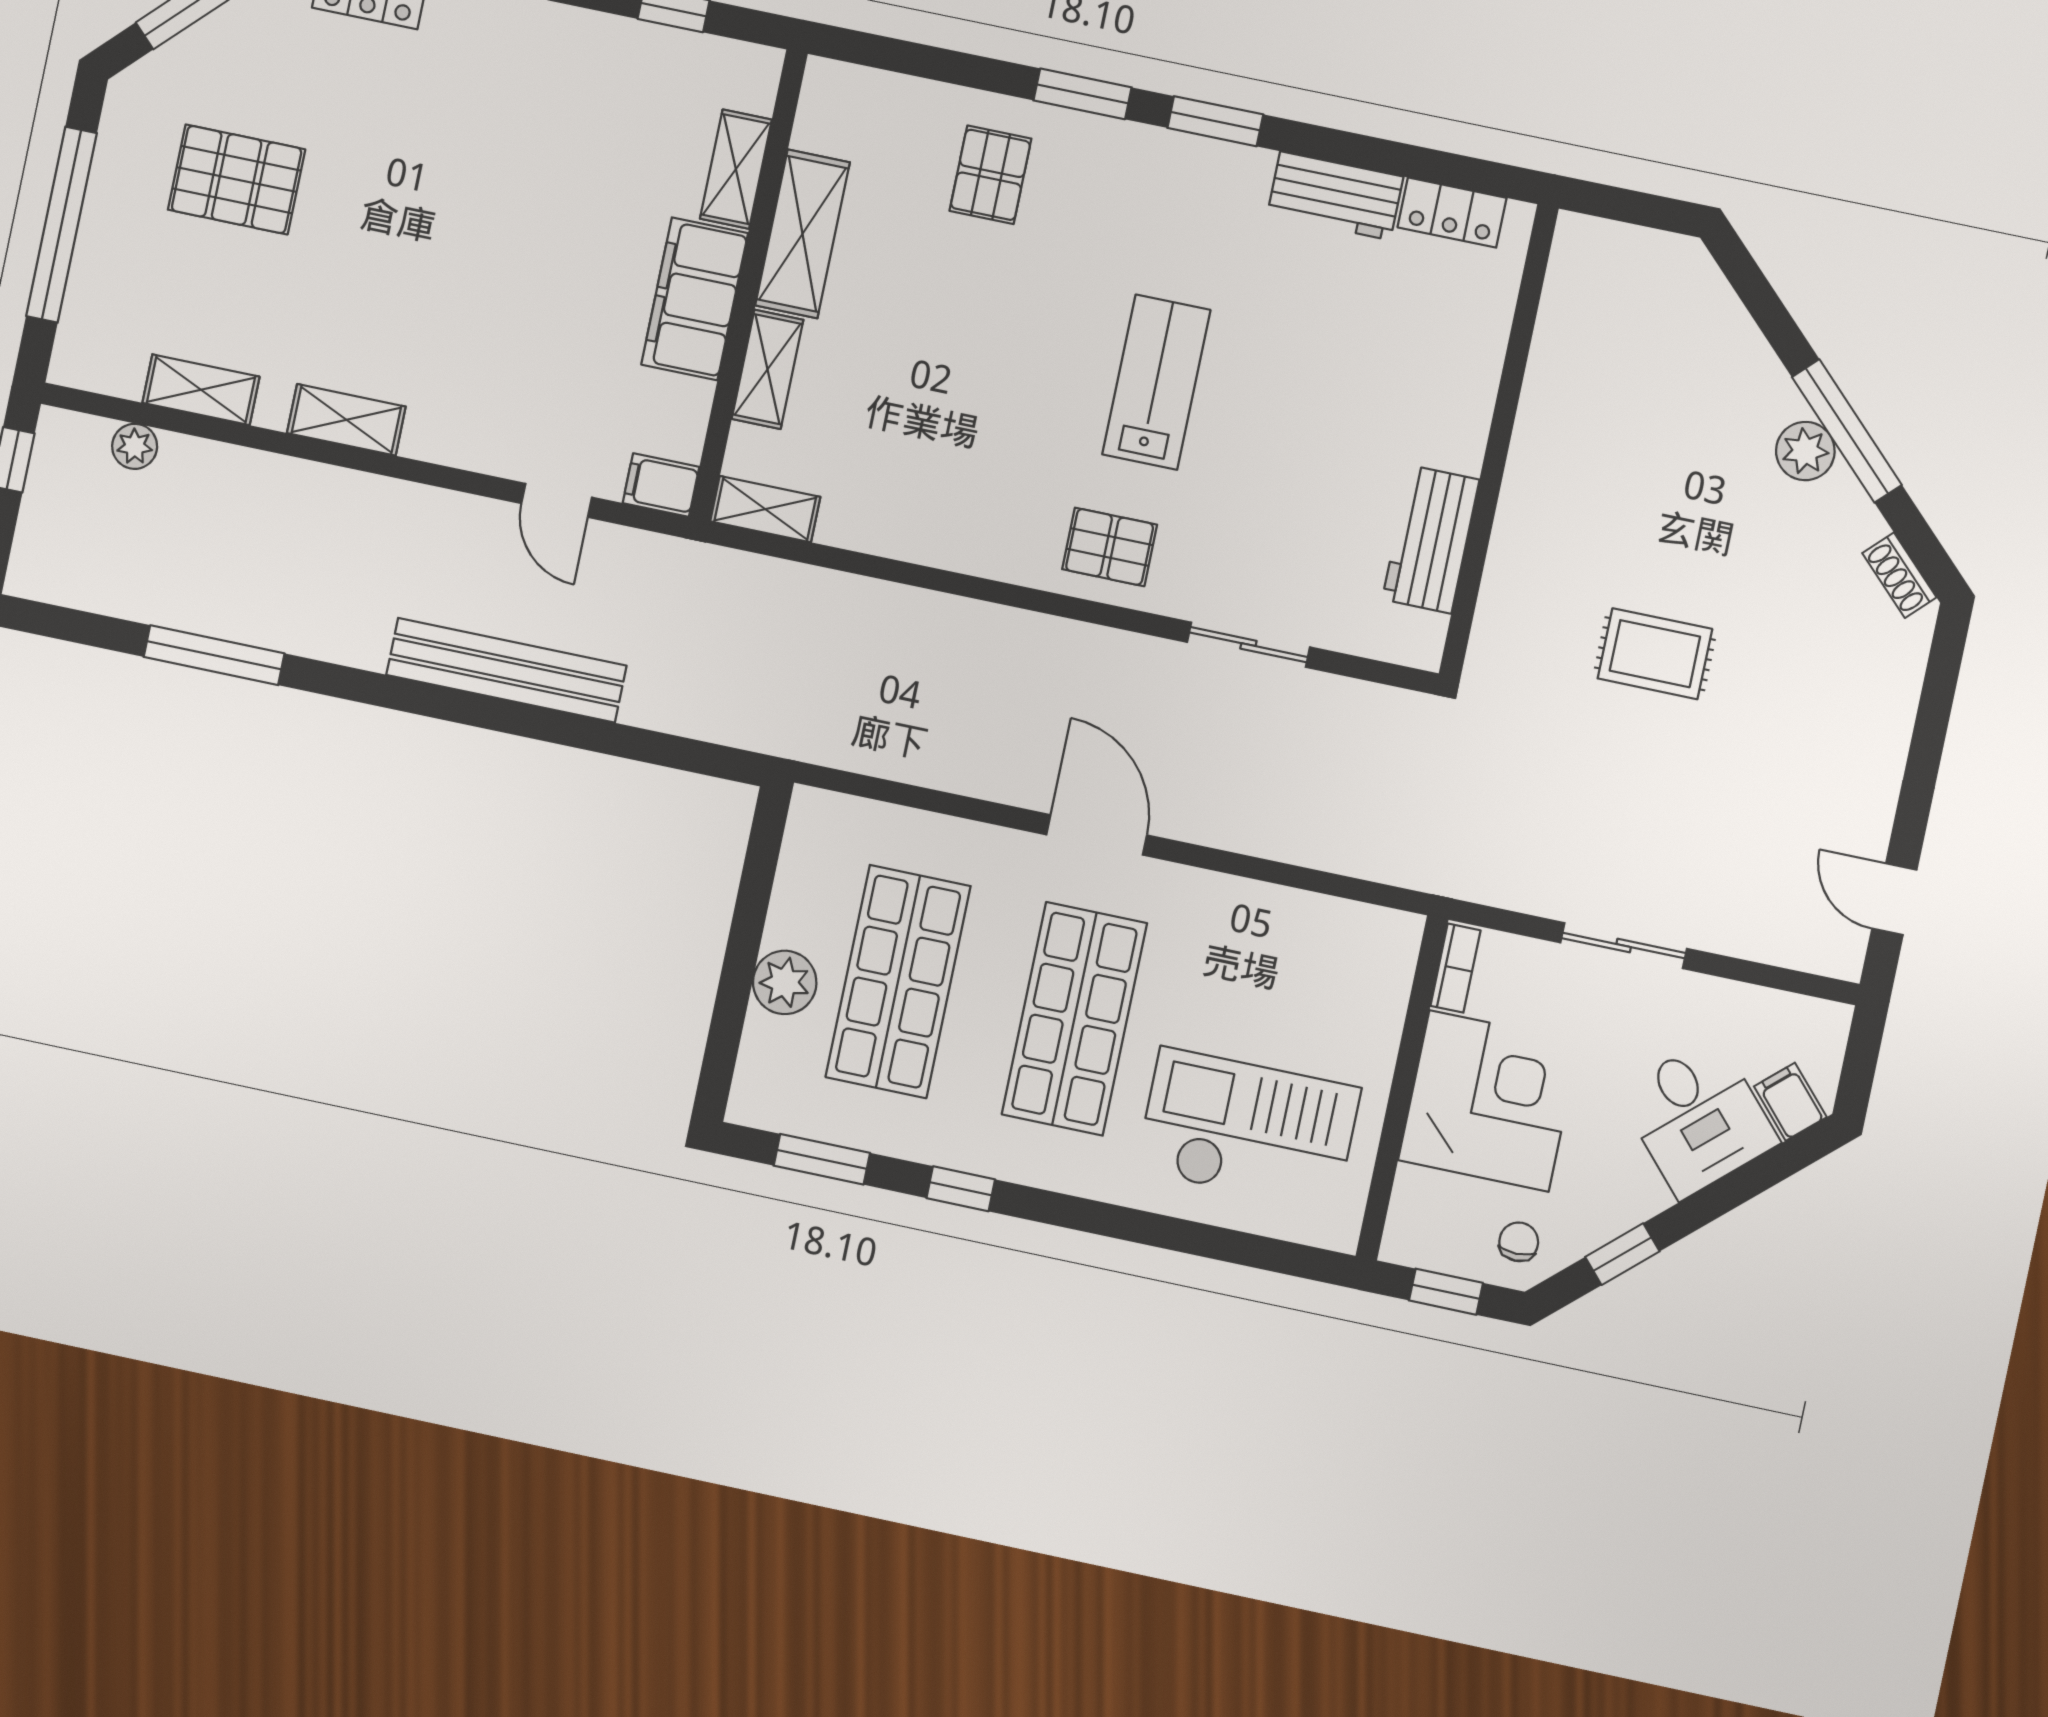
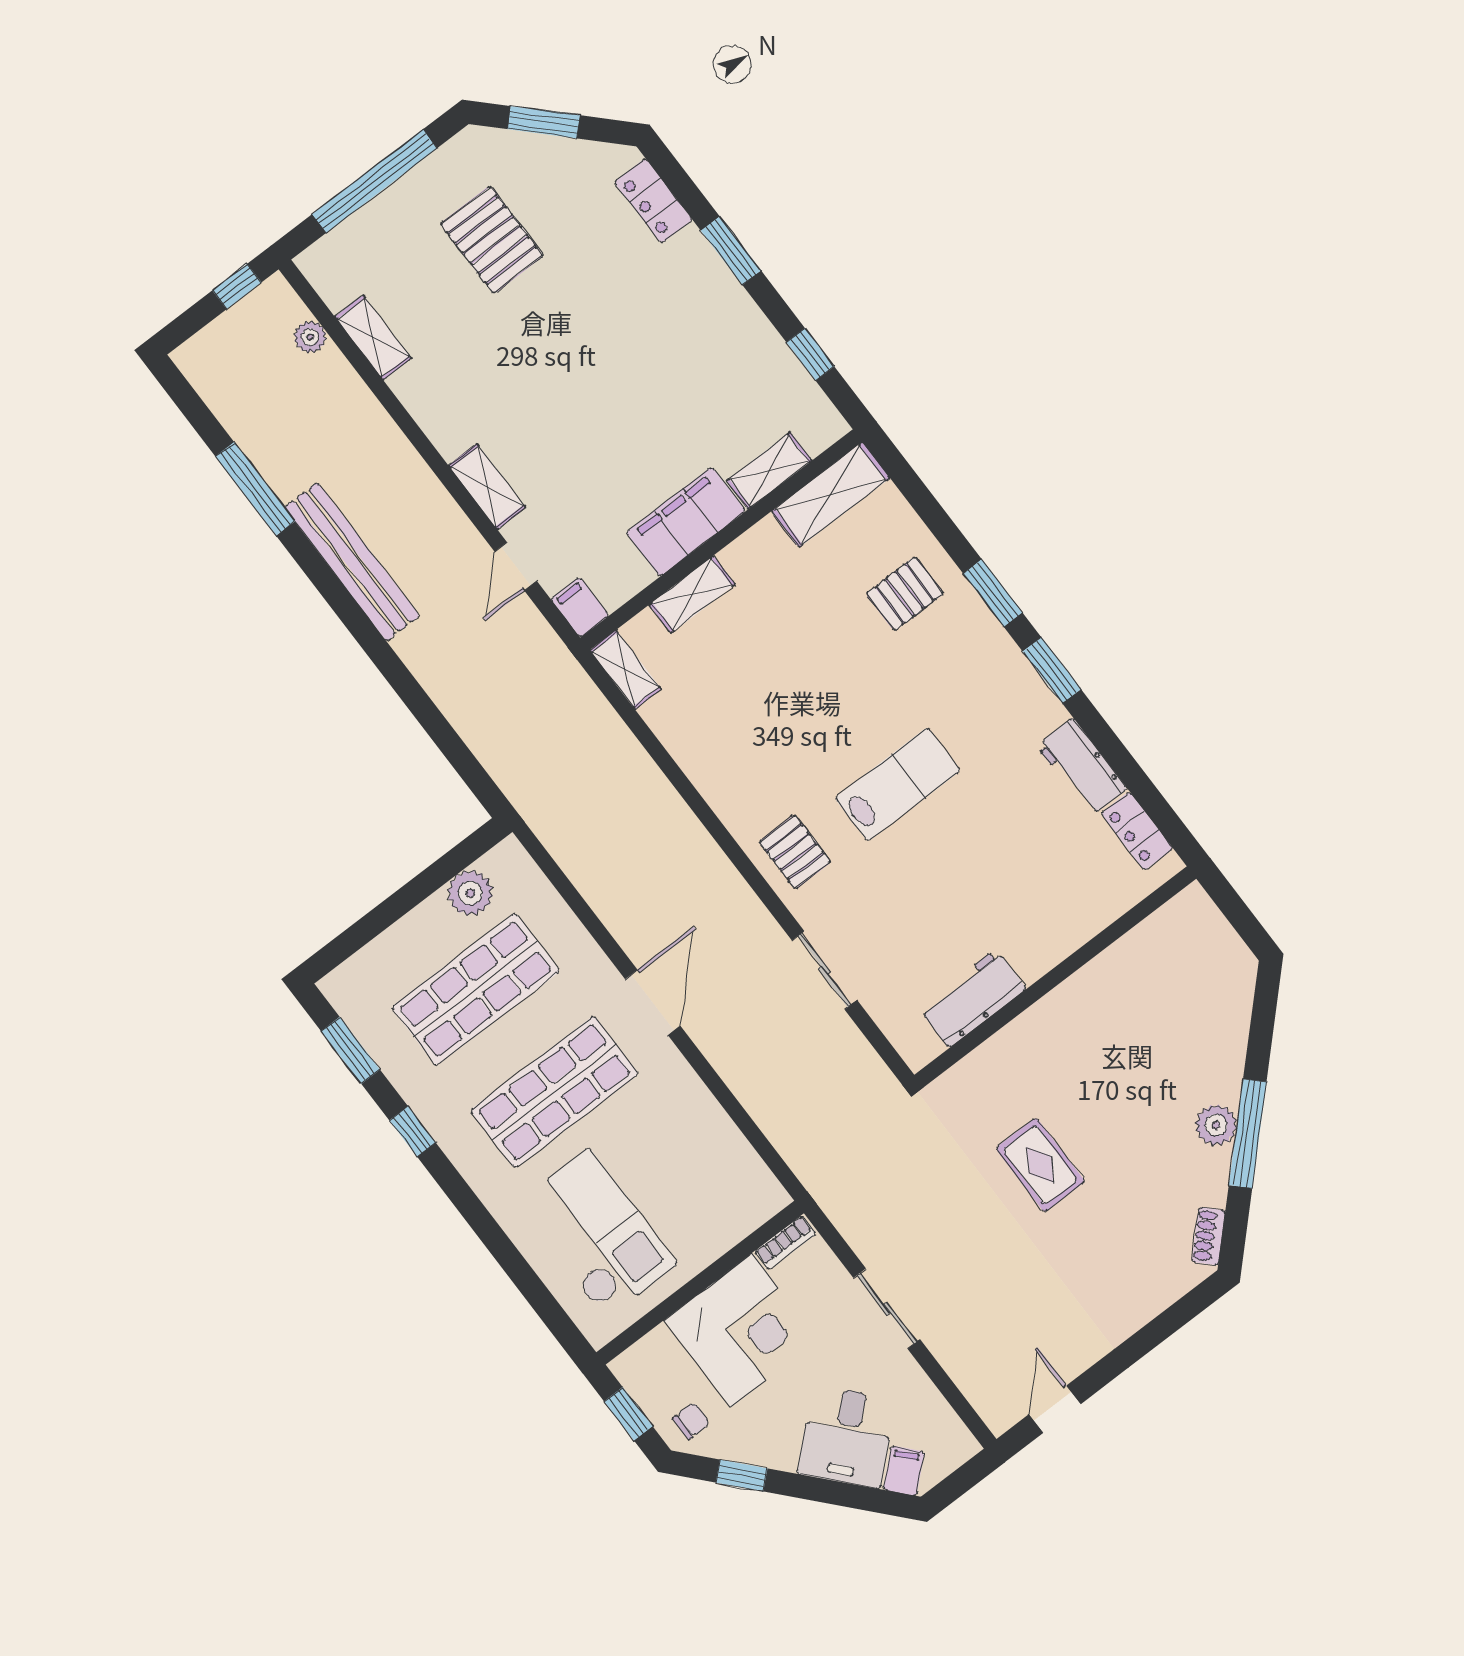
shelving: (803, 234) -> (831, 495), moved
shelving: (346, 420) -> (487, 486), moved
bench: (506, 670) -> (352, 562), moved
plant: (785, 982) -> (470, 893), moved

